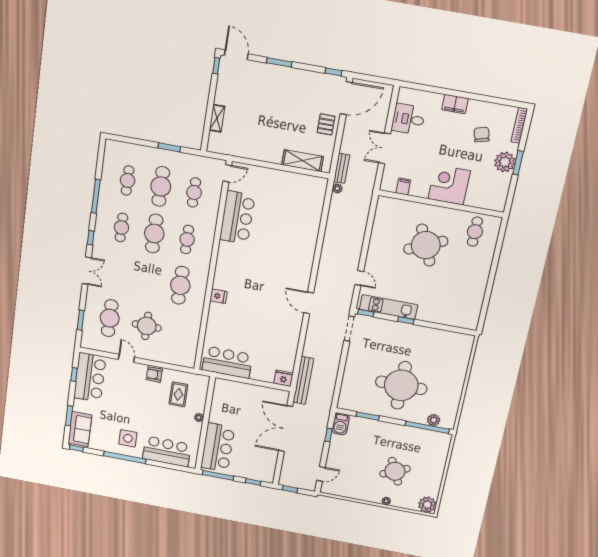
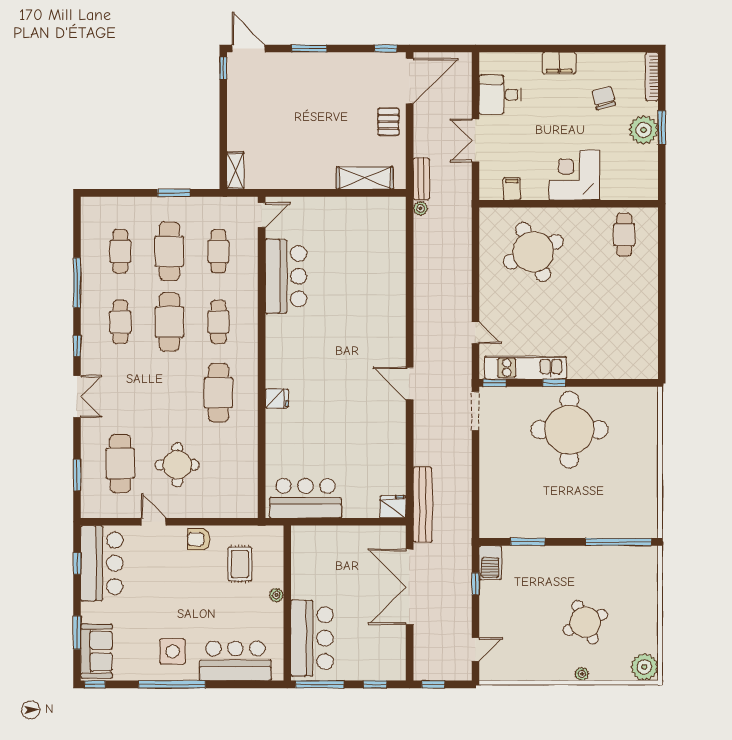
shelving: (217, 118) -> (235, 171), moved
round table: (426, 245) -> (533, 252), moved
round table: (401, 385) -> (569, 430), moved
plant: (434, 420) -> (625, 529), removed

